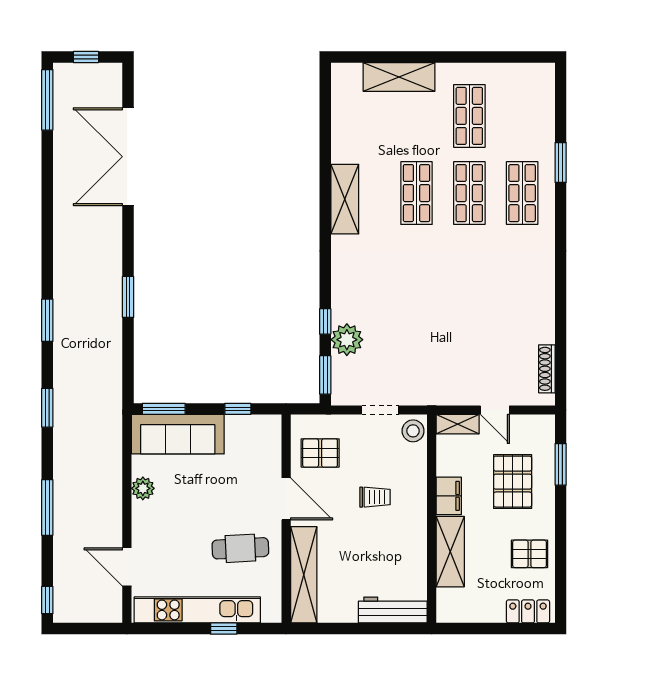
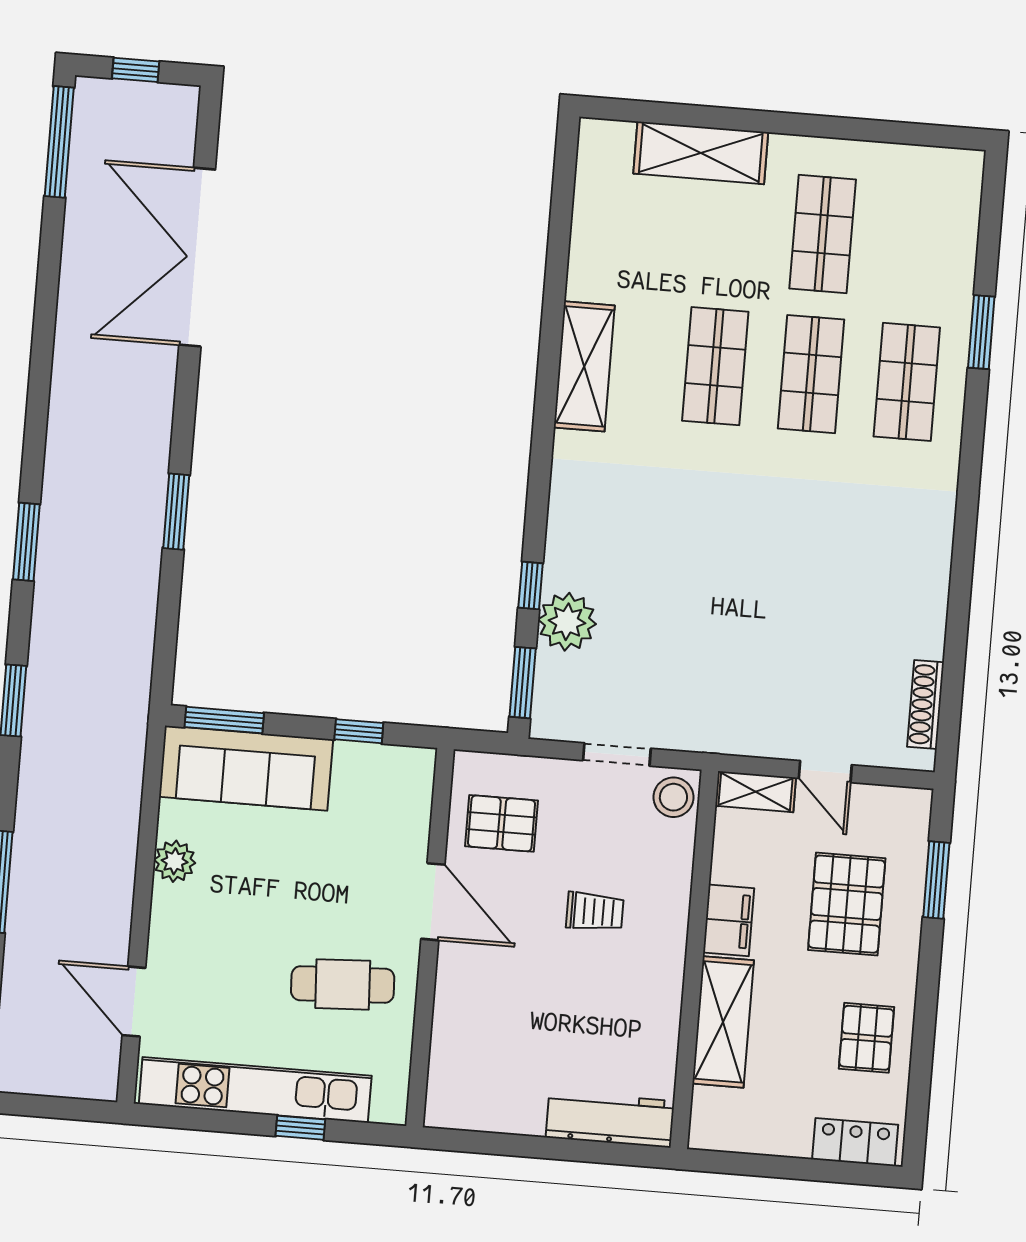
pallet: (529, 554) -> (866, 1038), turned 90
shelving: (304, 575) -> (454, 1042), removed

